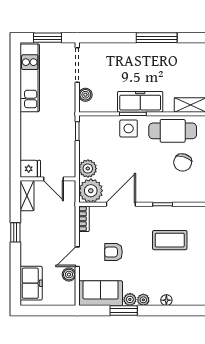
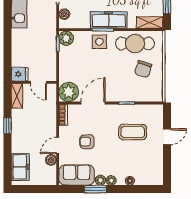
plant: (88, 169) -> (66, 38), moved

